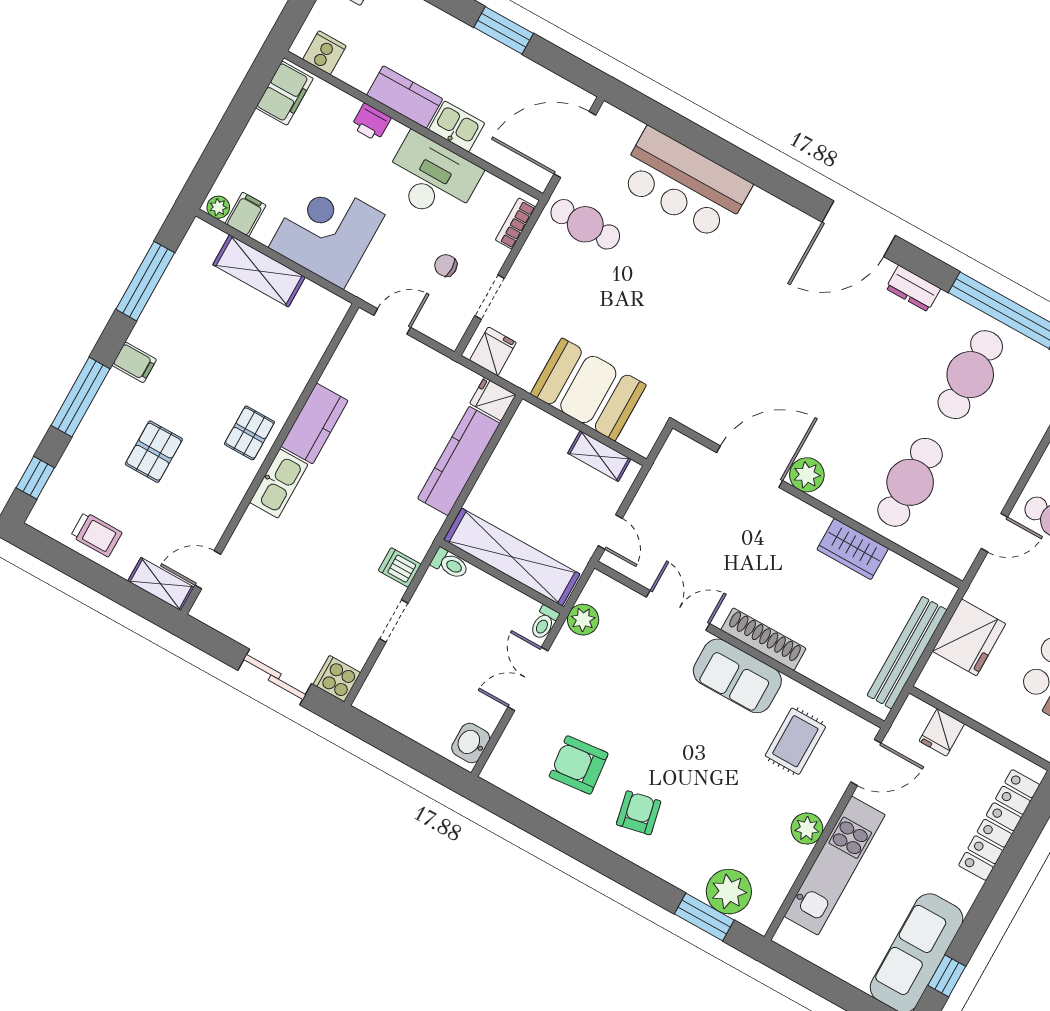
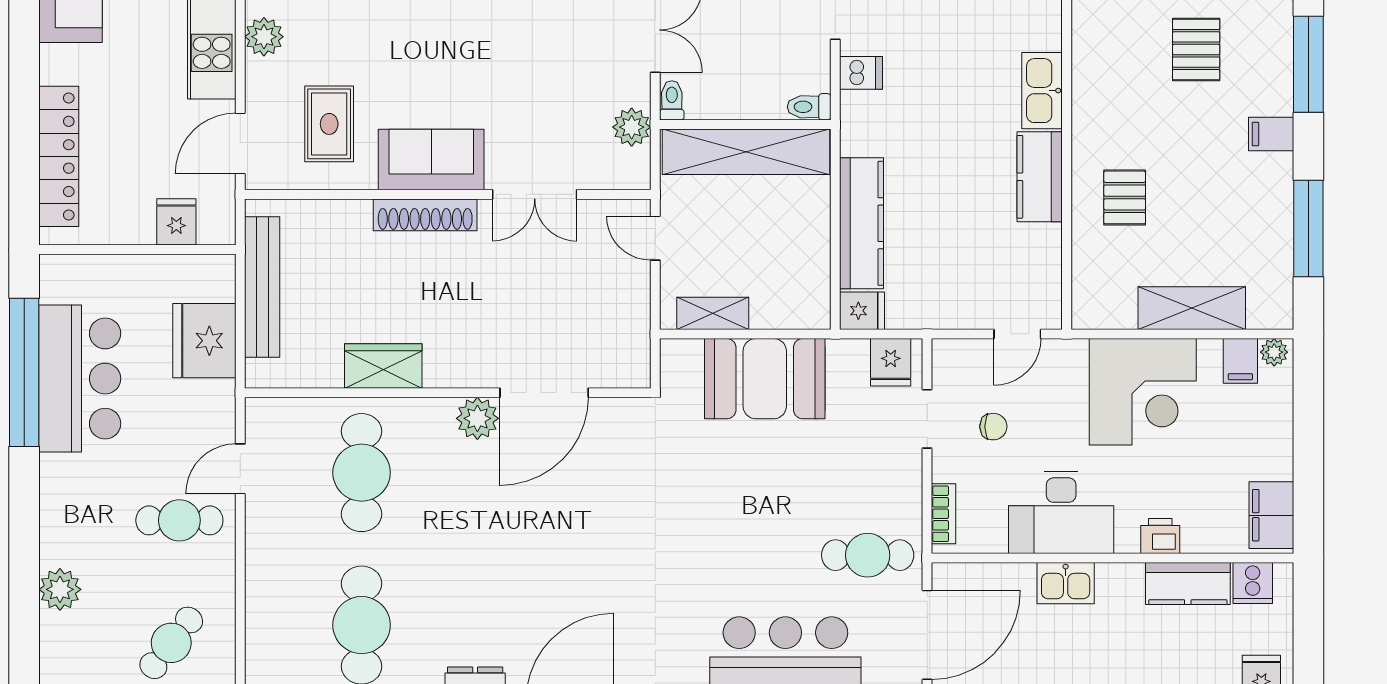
kitchen counter: (405, 97) -> (1188, 584), moved
pallet: (249, 433) -> (1125, 197), moved

